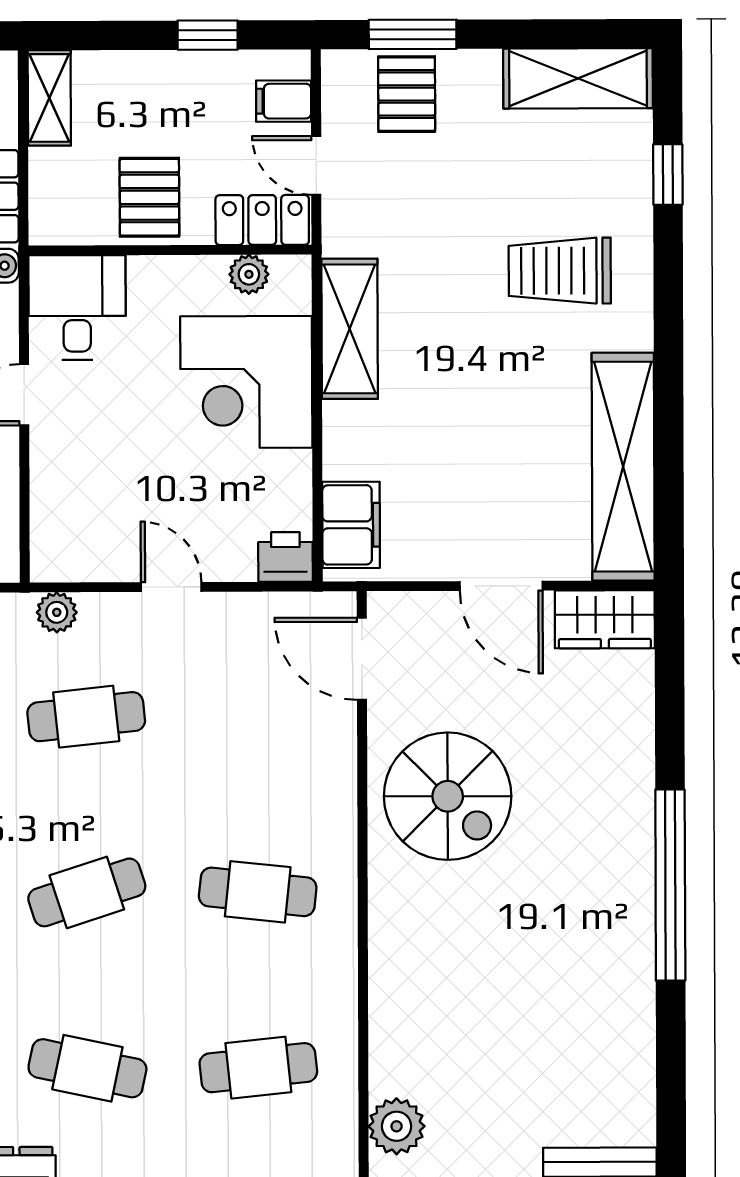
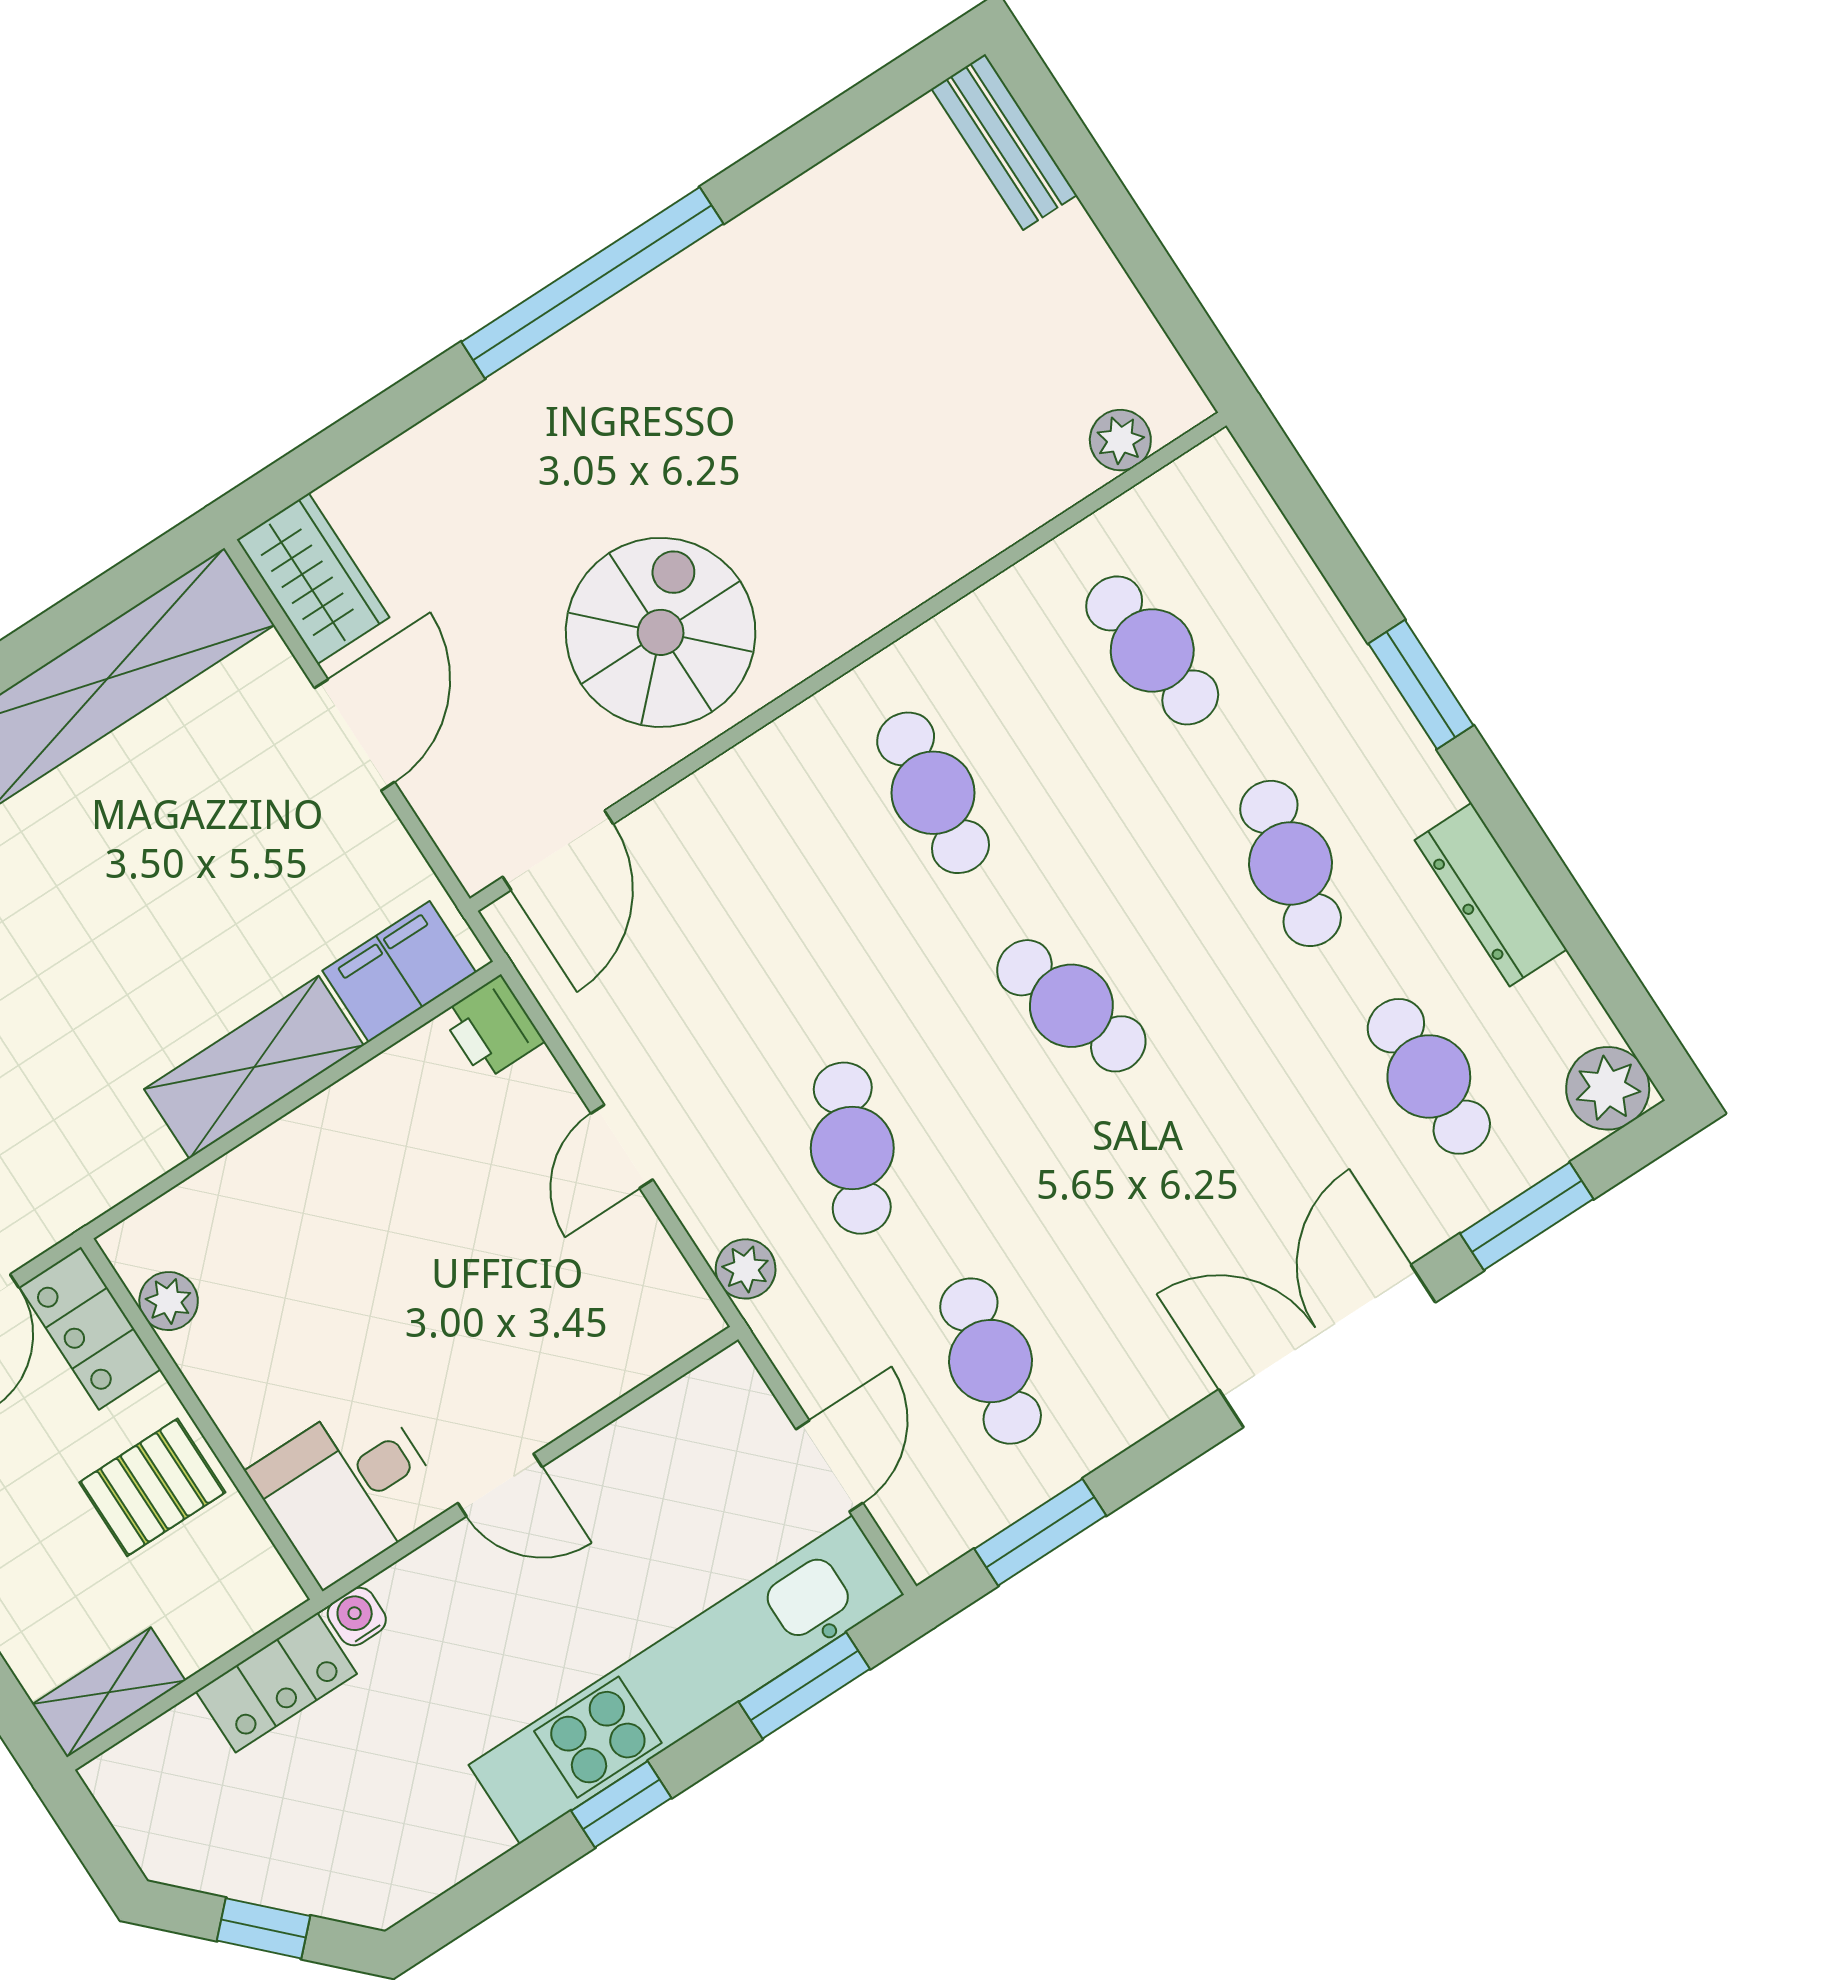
shelving: (350, 329) -> (254, 1067), moved
corner desk: (246, 382) -> (305, 1218), removed
cafe table: (86, 717) -> (852, 1148), turned 30
plant: (397, 1126) -> (1120, 440), width x0.73, depth x0.73

